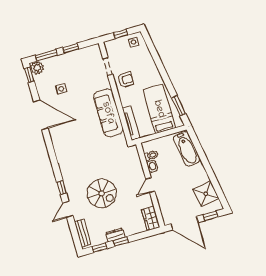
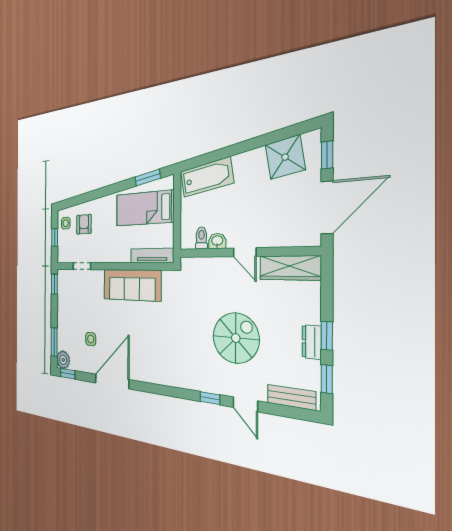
window: (71, 48) -> (54, 284), moved
armchair: (126, 80) -> (84, 224), moved
wardrobe: (151, 218) -> (290, 268), width x1.50

